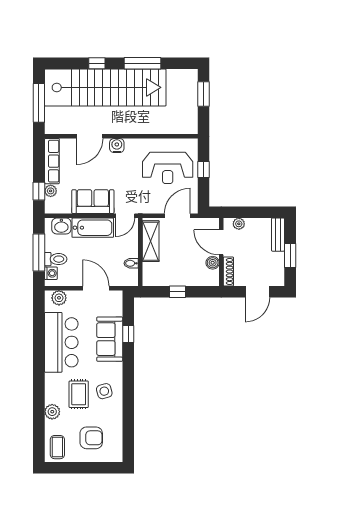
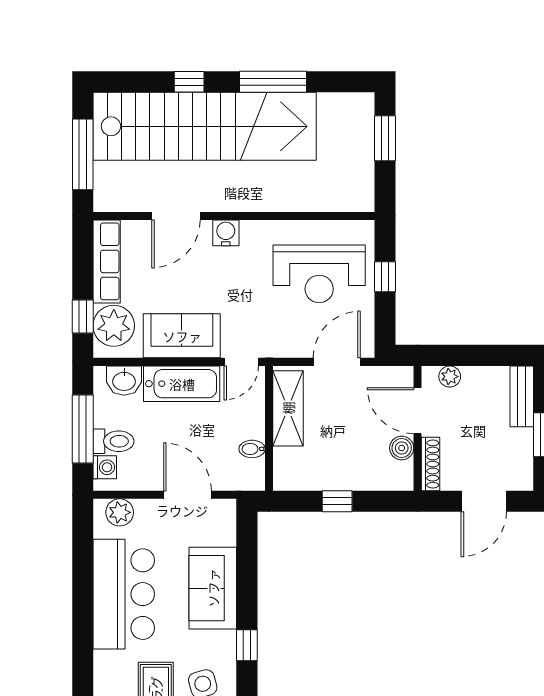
plant: (51, 191) -> (114, 326), width x1.88, depth x1.88
window: (128, 334) -> (247, 645), moved

